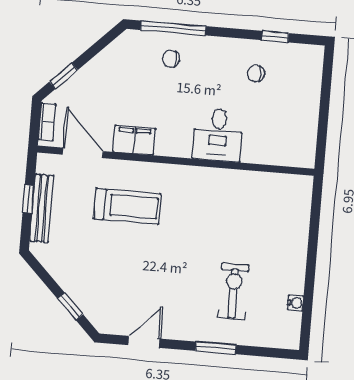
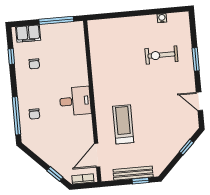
window: (323, 123) -> (56, 20), added
desk: (218, 135) -> (75, 101), moved
filing cabinet: (134, 140) -> (28, 34), moved, turned -90
window: (28, 199) -> (140, 181), moved

